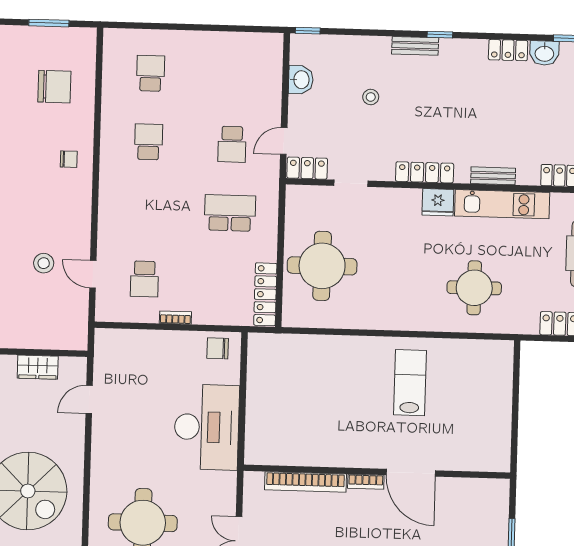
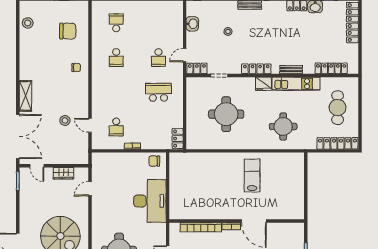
school desk: (148, 142) -> (116, 58), turned 180
round table: (322, 266) -> (226, 114), moved
locker: (265, 294) -> (178, 139), width x0.66

